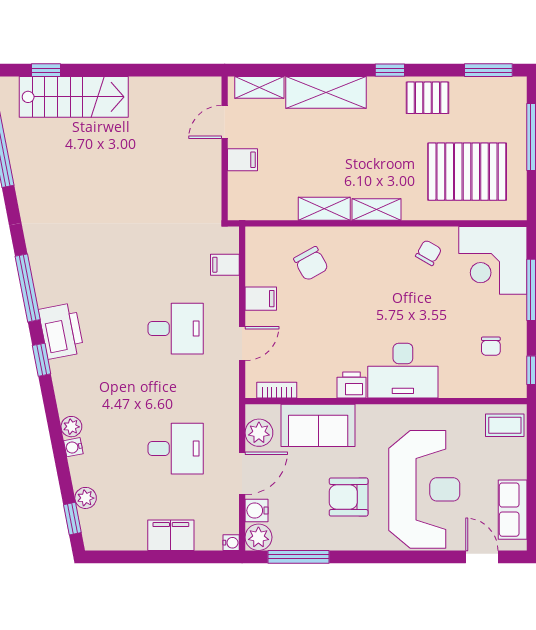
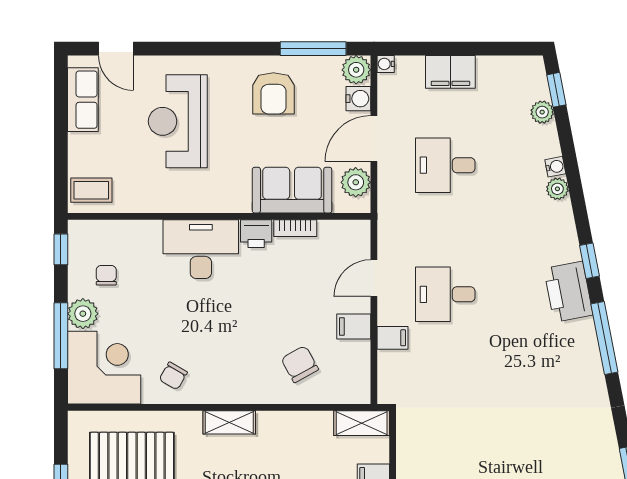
shelving: (324, 209) -> (362, 423), moved
filing cabinet: (225, 265) -> (392, 338), moved
plant: (513, 311) -> (83, 314), added
bookcase: (277, 390) -> (295, 228), moved
reception desk: (424, 489) -> (178, 121), width x0.74, depth x0.77
armchair: (349, 497) -> (273, 93), moved, turned 90

